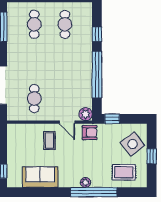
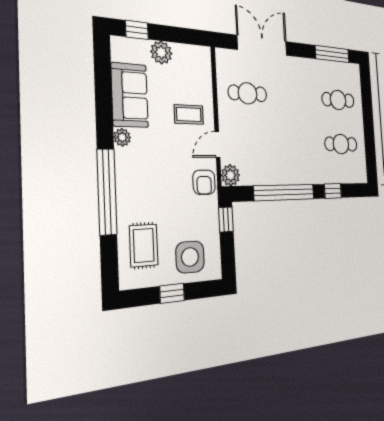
side table: (132, 144) -> (190, 257), turned 38
plant: (14, 157) -> (161, 52), added
plant: (86, 182) -> (122, 137), moved

